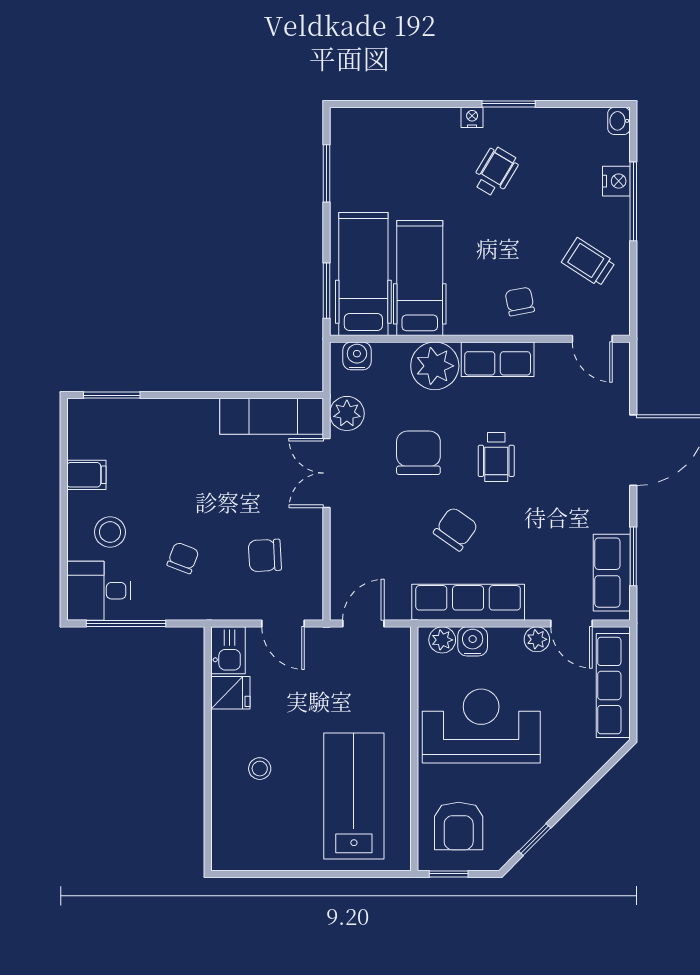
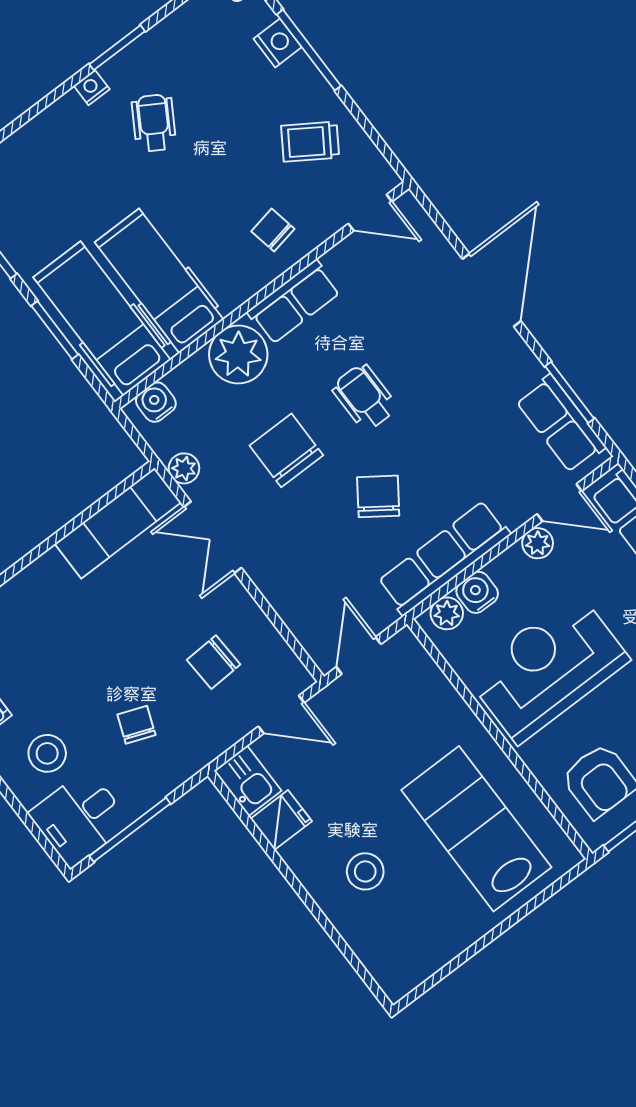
window: (327, 291) -> (55, 330), moved
plant: (347, 413) -> (184, 468), width x0.73, depth x0.73
wheelchair: (496, 457) -> (364, 397), turned 180
stool: (260, 769) -> (365, 871), width x1.37, depth x1.37

